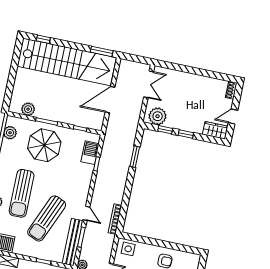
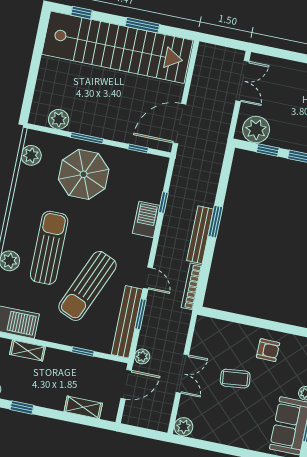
window: (102, 51) -> (142, 25), moved
door: (110, 100) -> (180, 124), moved
barbecue: (90, 153) -> (146, 219), moved
window: (135, 157) -> (215, 222), moved
bench: (121, 185) -> (200, 235), added
sun lounger: (22, 193) -> (49, 248), turned 180
side table: (128, 249) -> (212, 332), removed

